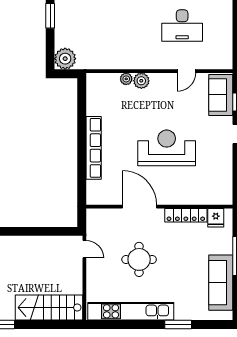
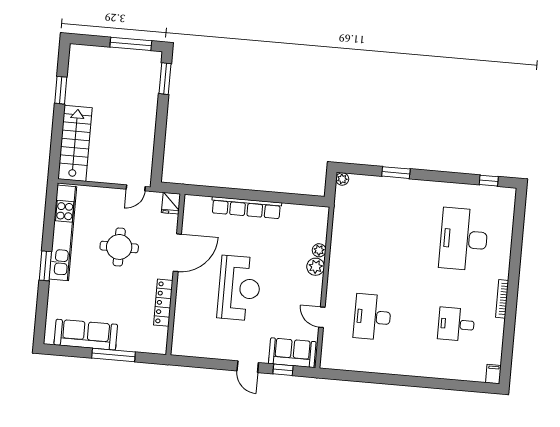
plant: (65, 59) -> (342, 179), width x0.53, depth x0.53
fridge: (216, 218) -> (171, 203), moved, turned -90
window: (178, 325) -> (45, 266), moved

